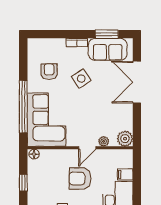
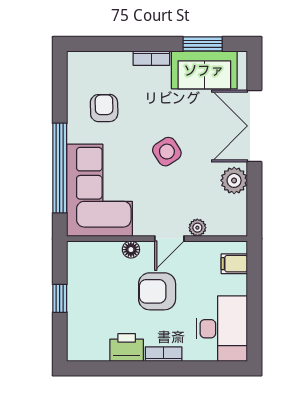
side table: (81, 79) -> (167, 152), moved
plant: (125, 139) -> (234, 180), moved
floor lamp: (34, 154) -> (131, 250), moved
filing cabinet: (125, 174) -> (234, 264), moved

